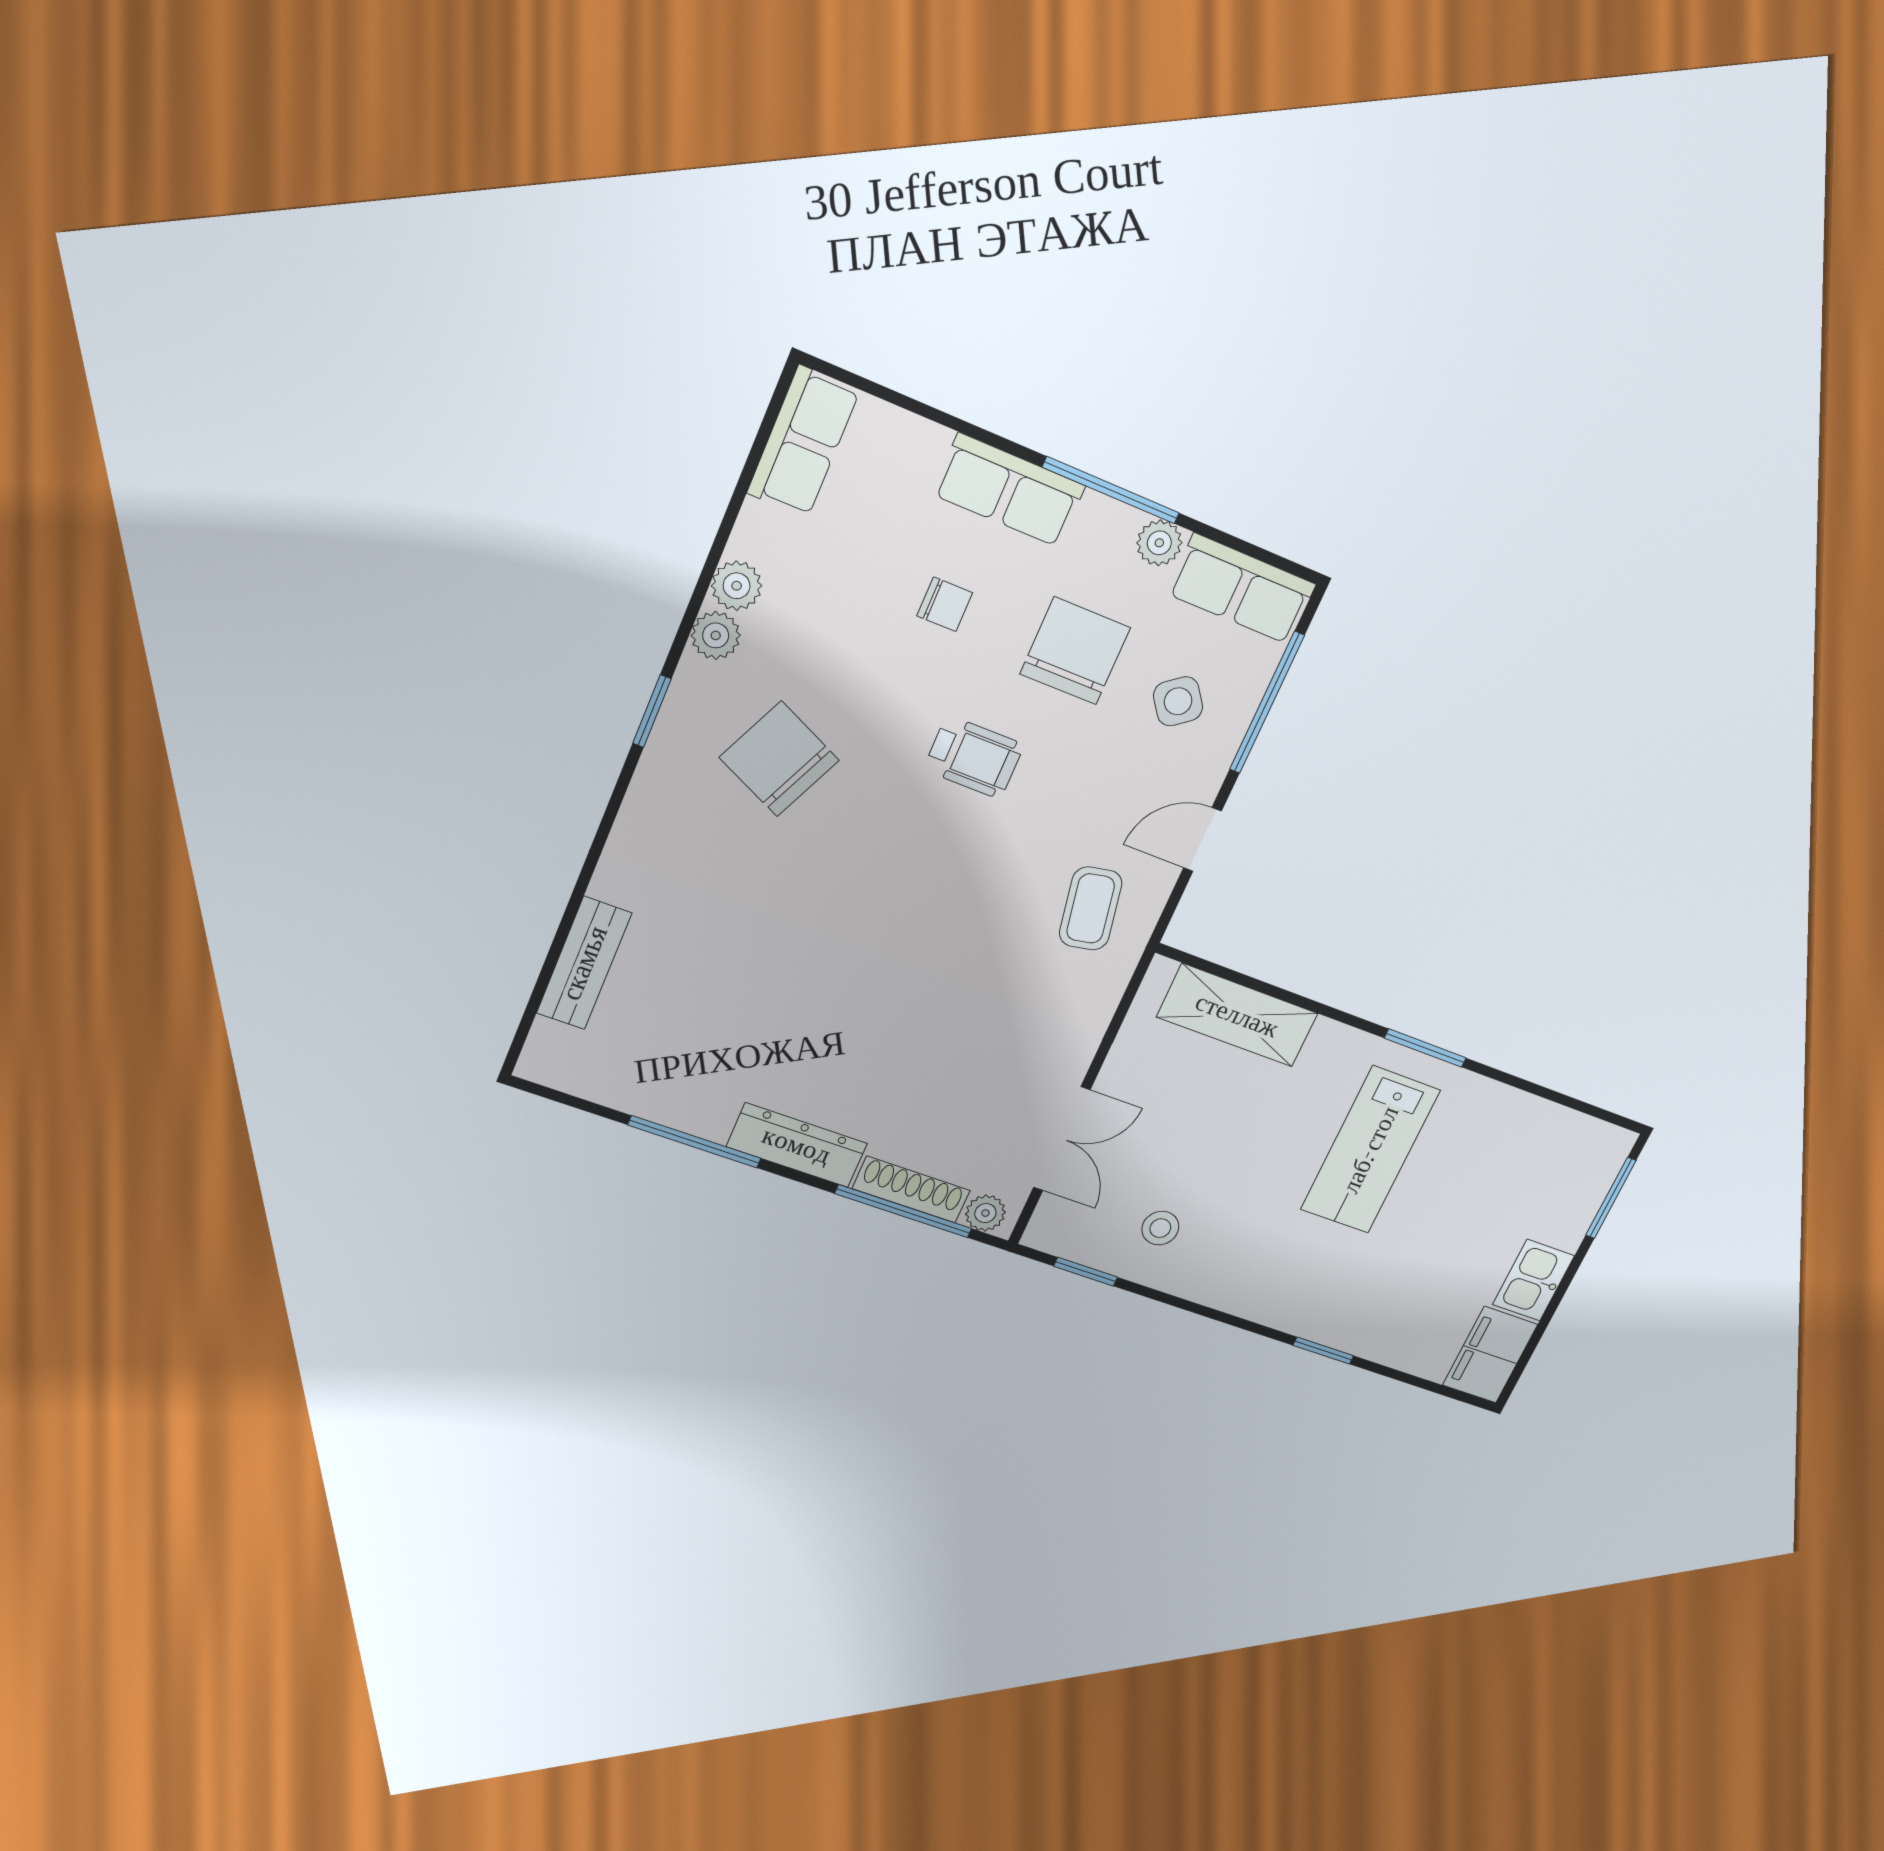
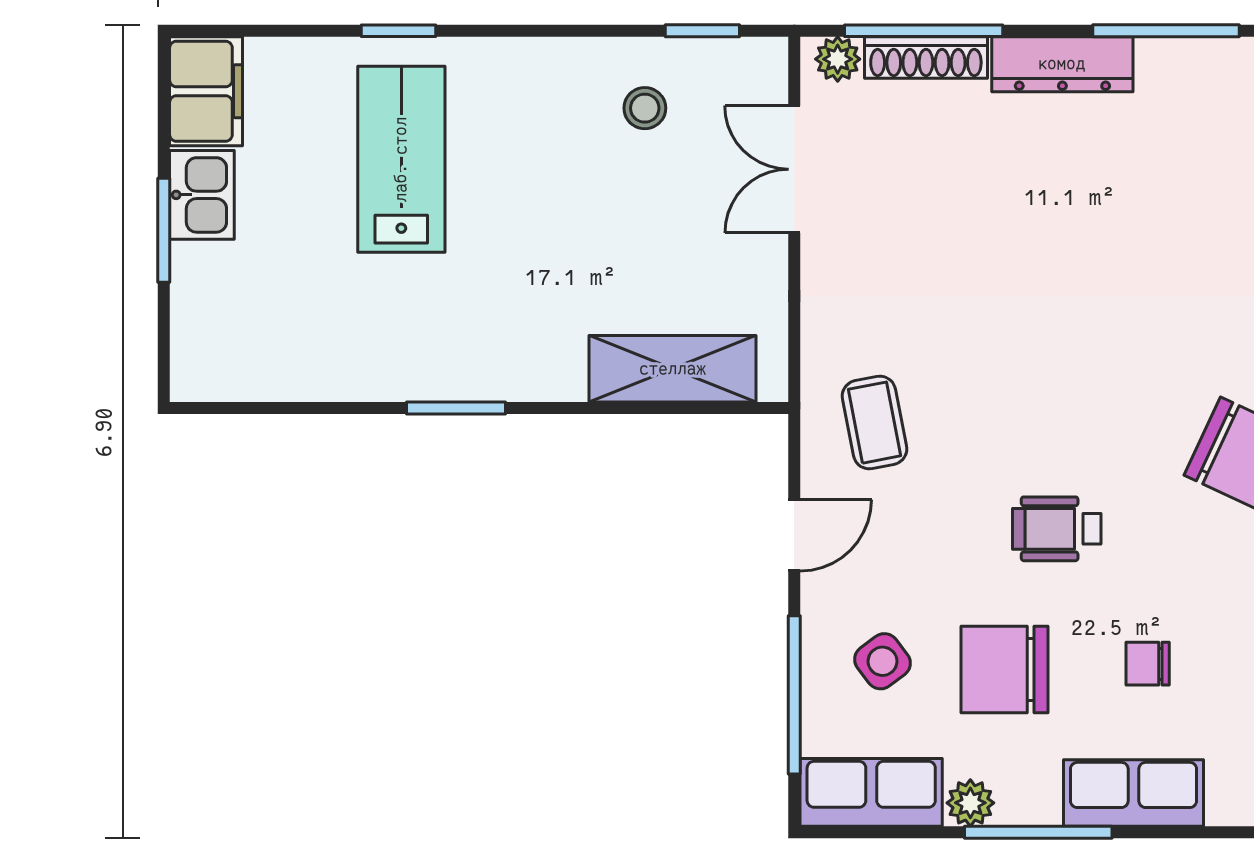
chair: (1075, 651) -> (1005, 670), turned 90
lab bench: (1370, 1150) -> (401, 159), moved
window: (1611, 1198) -> (164, 230), moved

